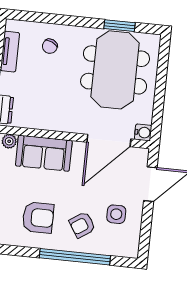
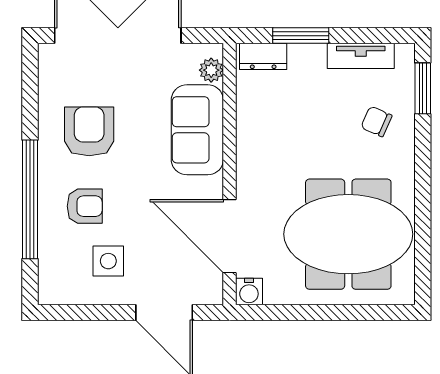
window: (120, 26) -> (423, 88), moved
armchair: (38, 218) -> (89, 131), turned 180
armchair: (82, 225) -> (85, 206), turned 123

